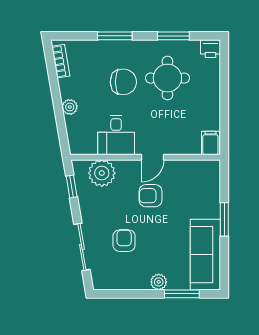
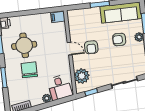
desk: (116, 135) -> (60, 87), moved, turned 80
armchair: (124, 241) -> (119, 39), moved

